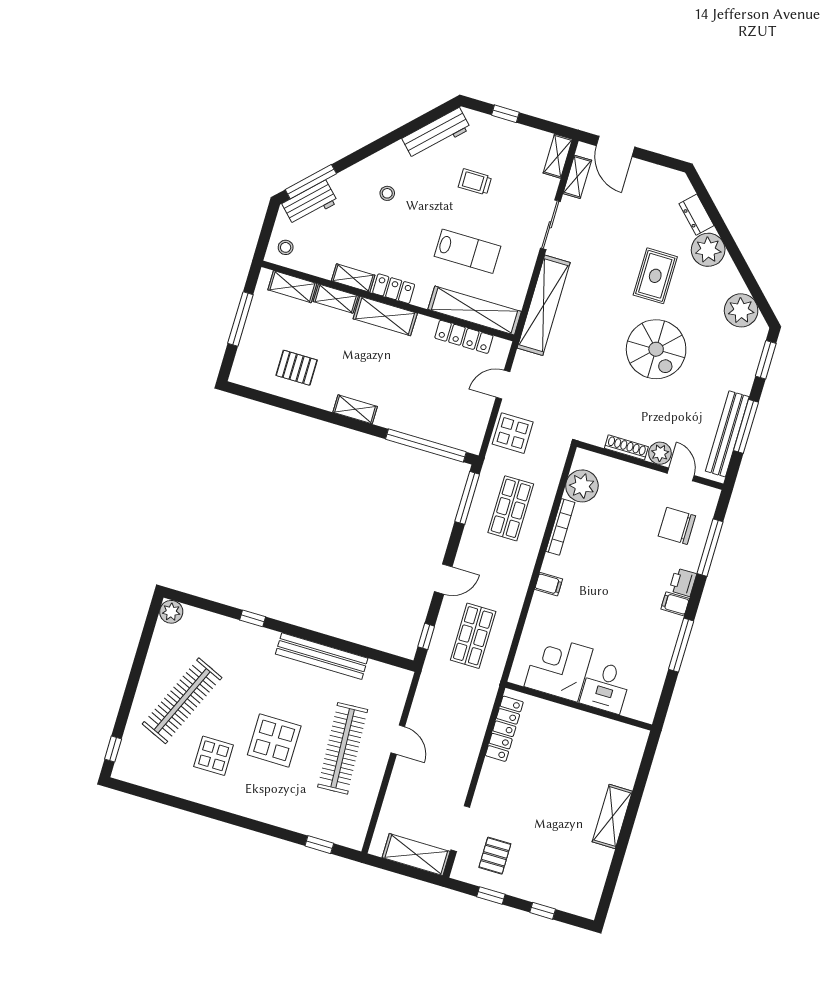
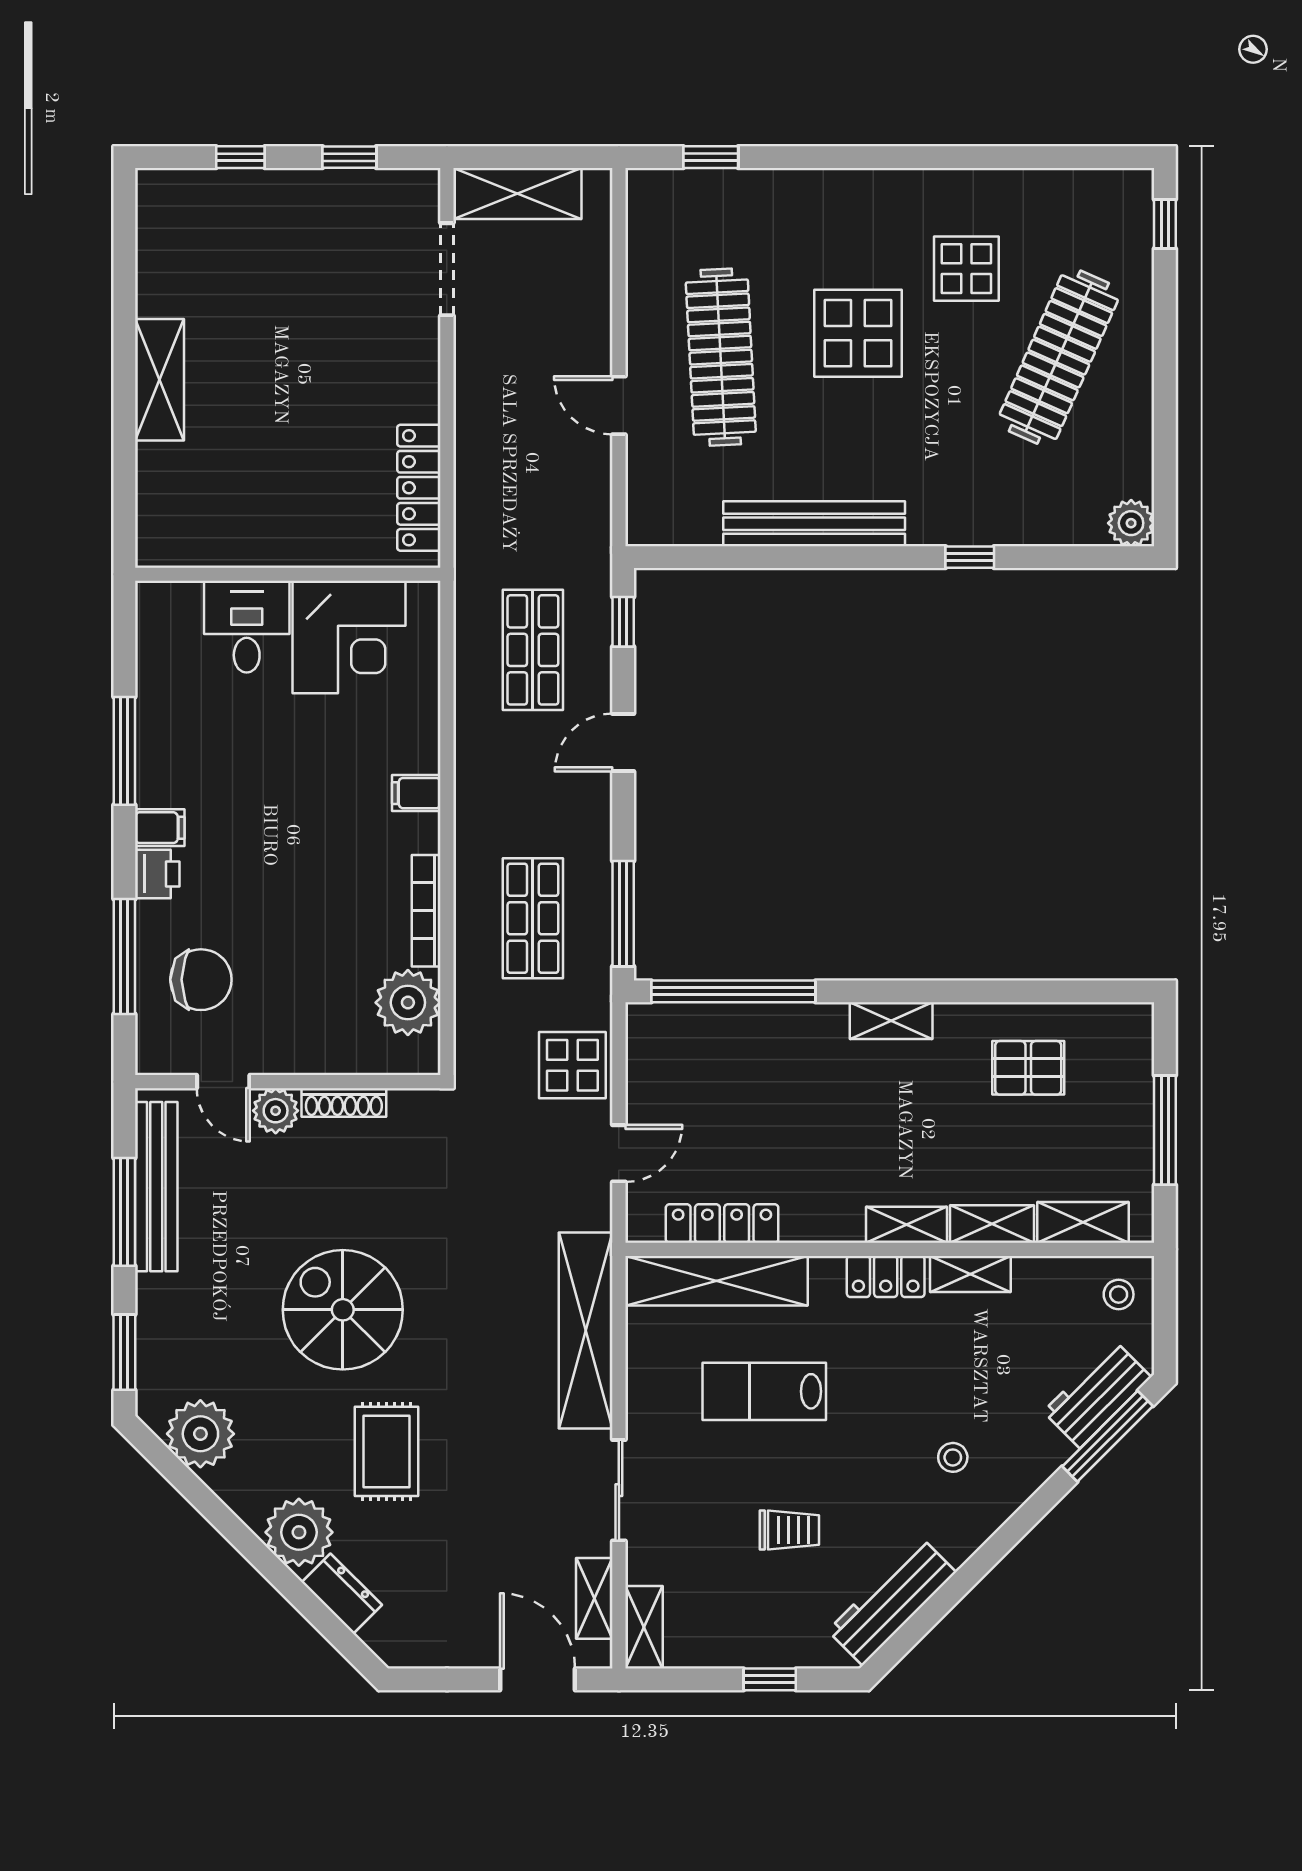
shelving: (385, 316) -> (907, 1225), width x0.67, depth x0.75
pallet: (495, 856) -> (364, 237), removed

